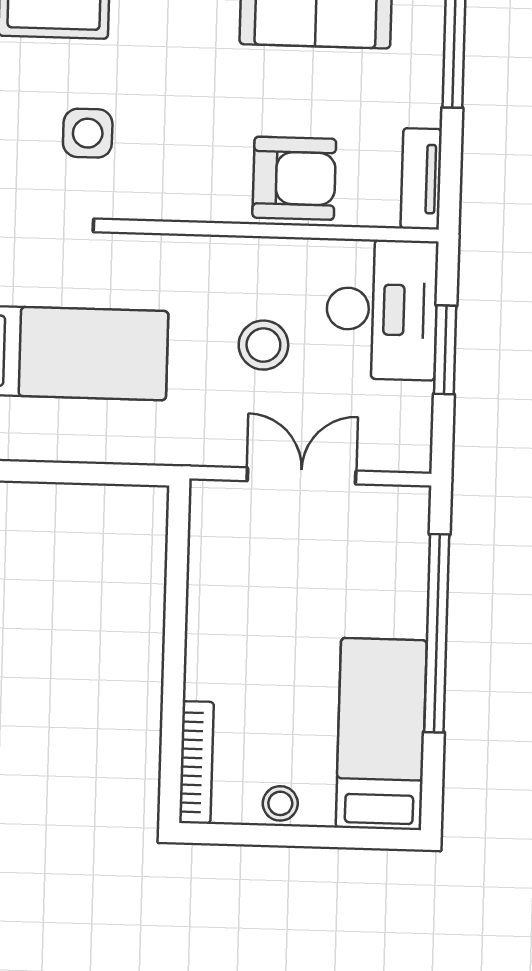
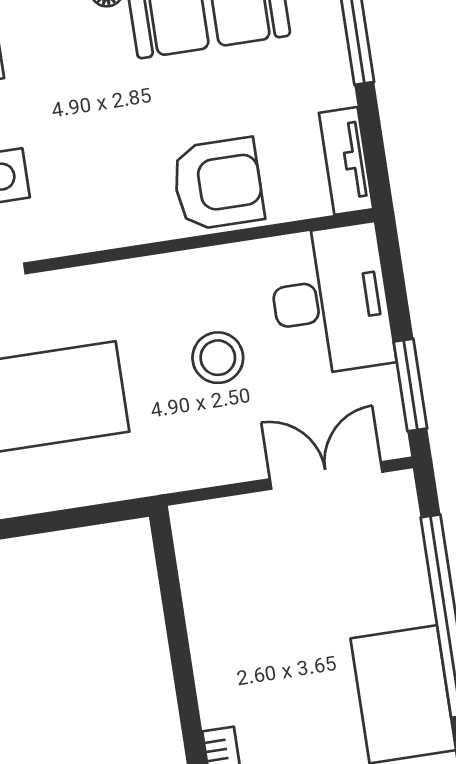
window: (445, 350) -> (410, 385), moved
double door: (302, 476) -> (326, 475), moved

